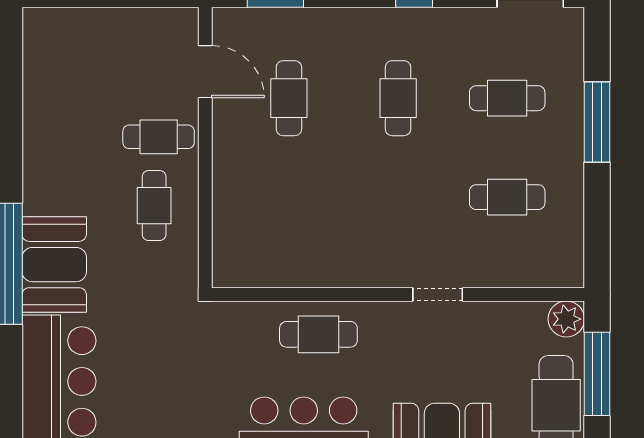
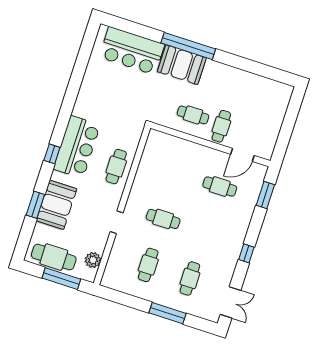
cafe table: (398, 98) -> (163, 219), moved
plant: (566, 319) -> (93, 260), moved

